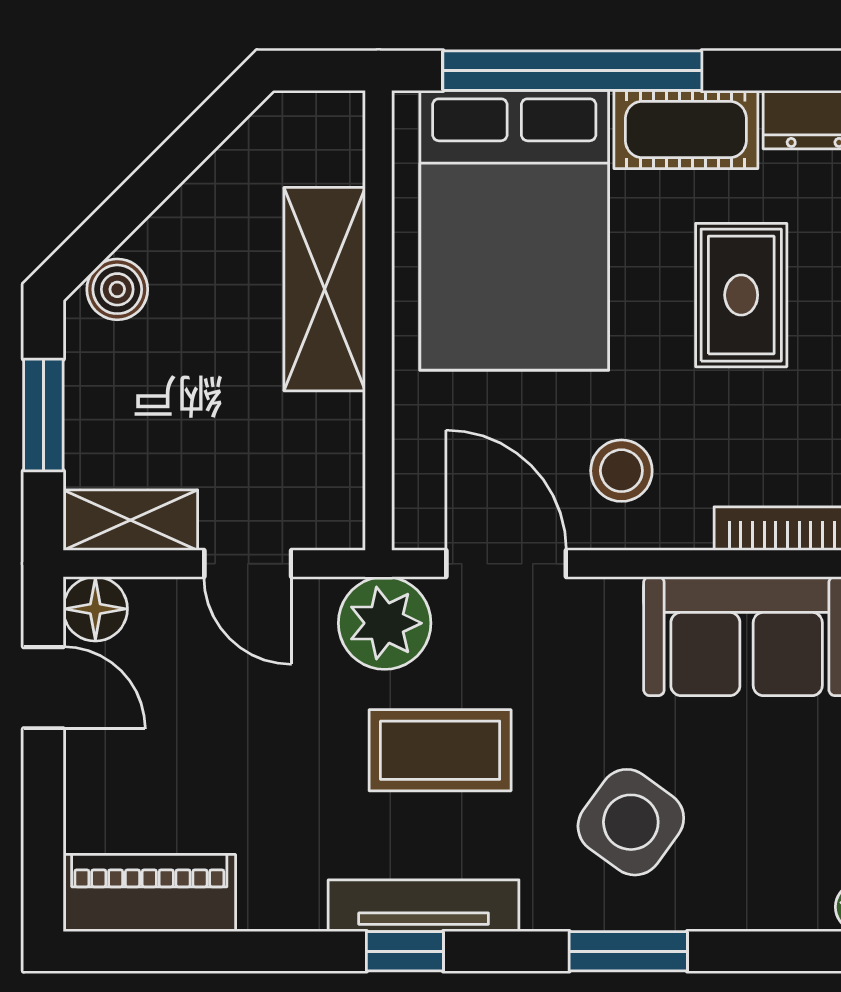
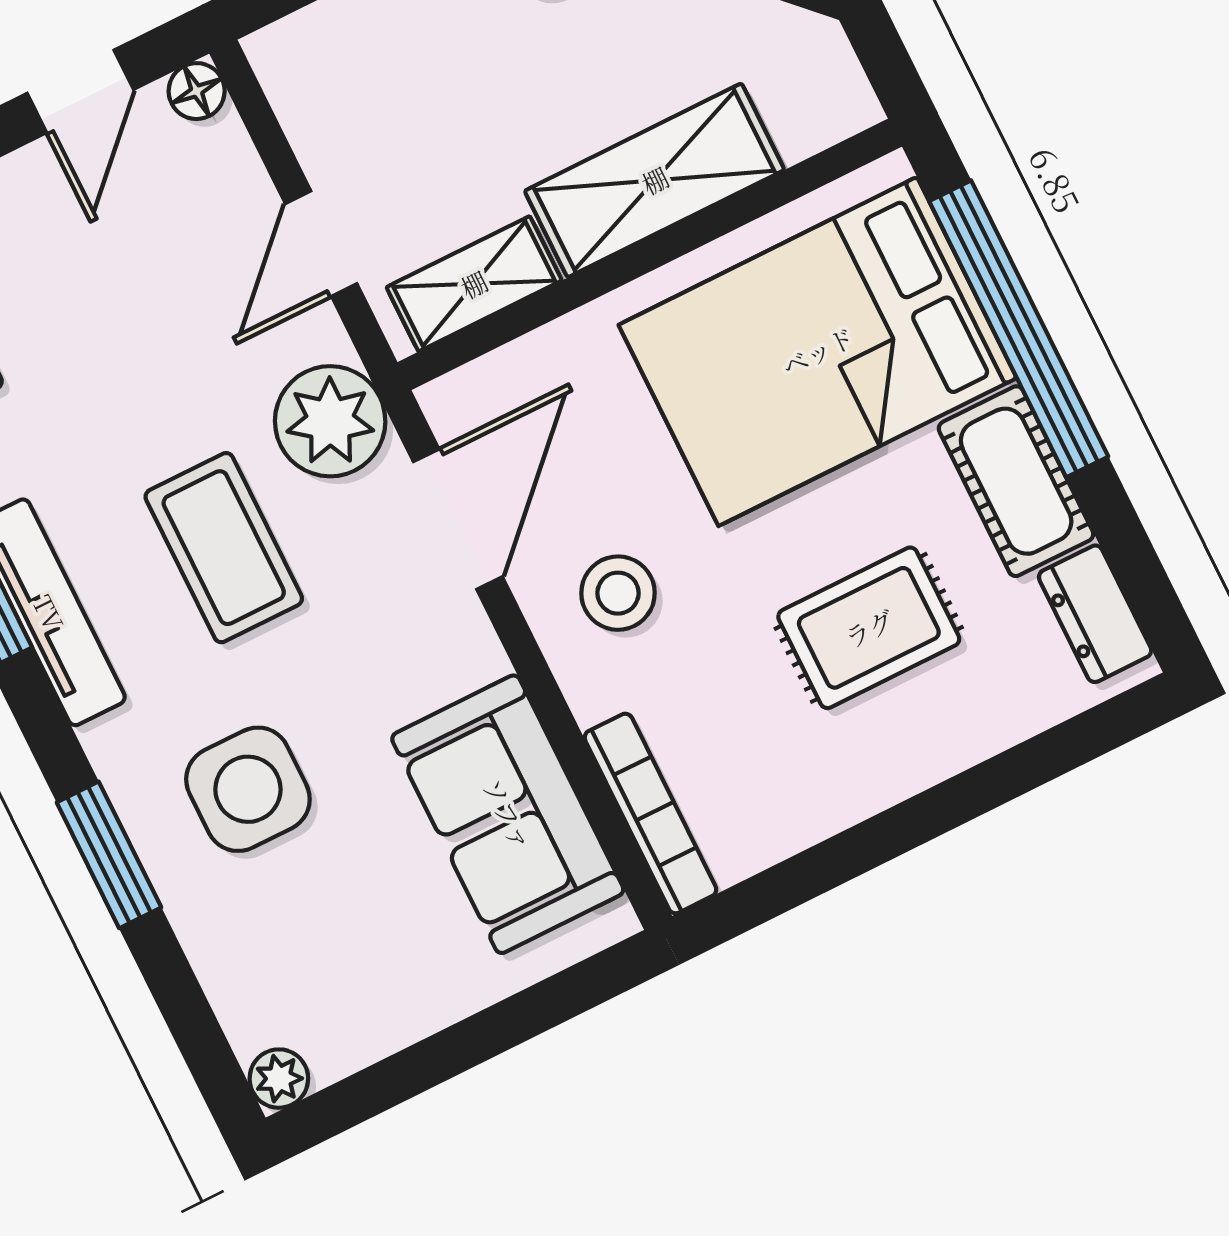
shelving: (130, 520) -> (474, 284), moved, turned 90
floor lamp: (95, 609) -> (197, 91), width x0.73, depth x0.73
side table: (631, 822) -> (248, 789), turned -36

